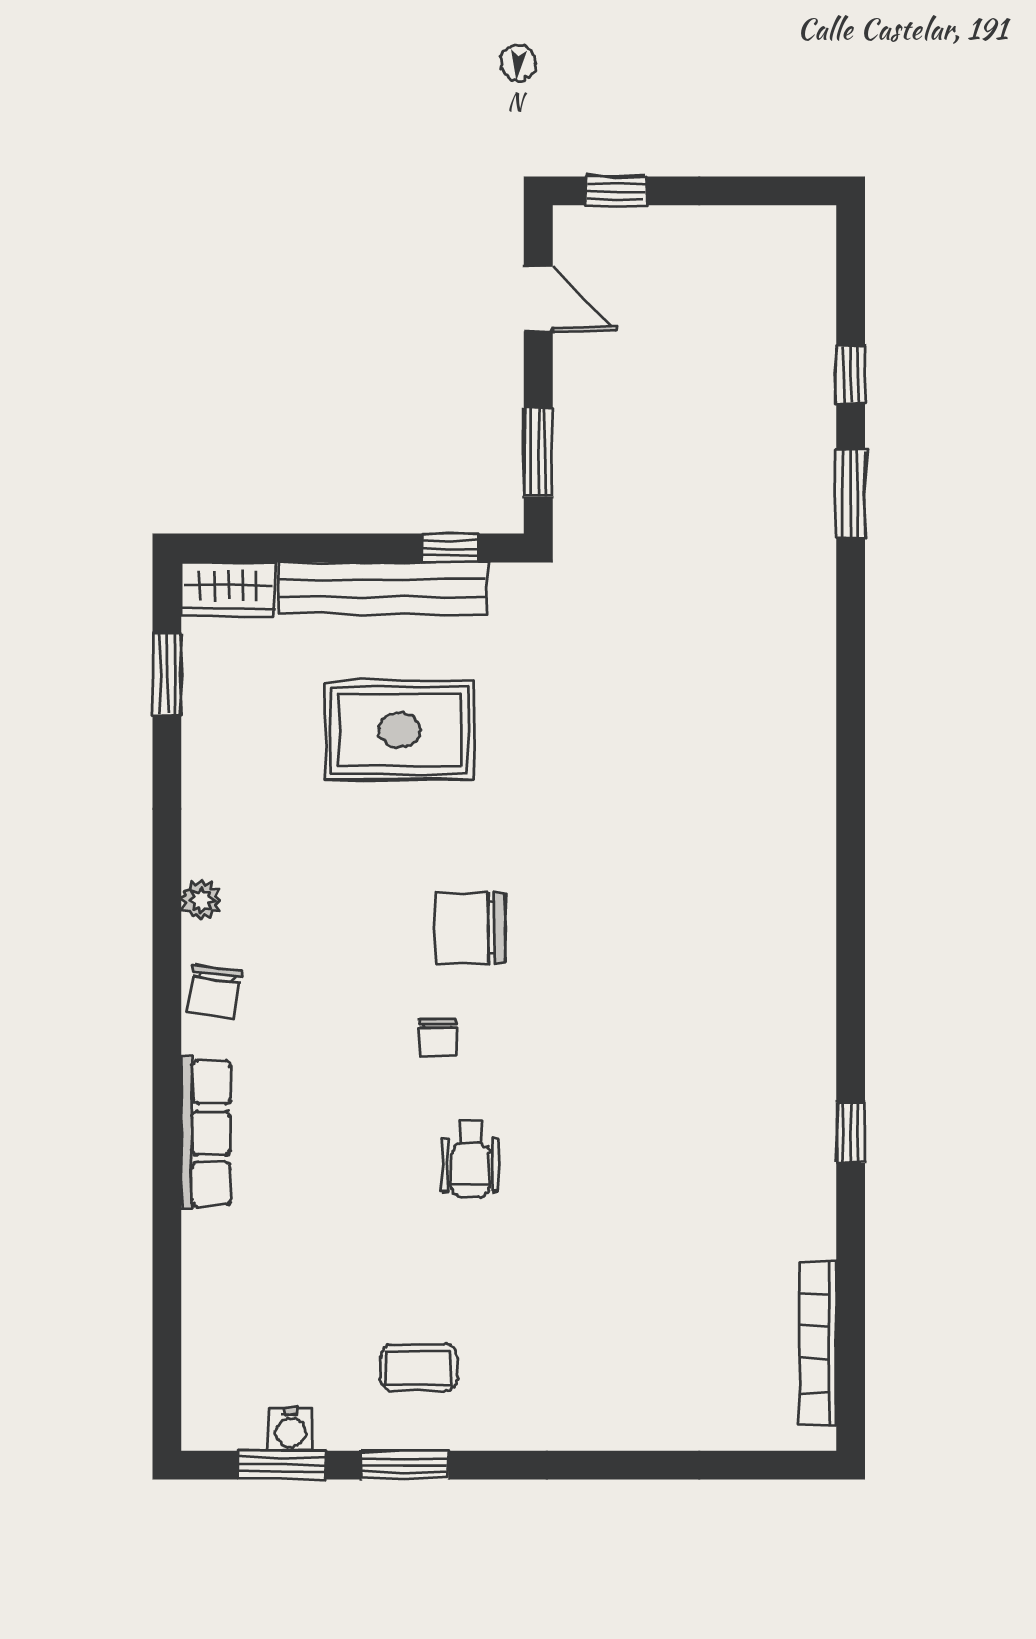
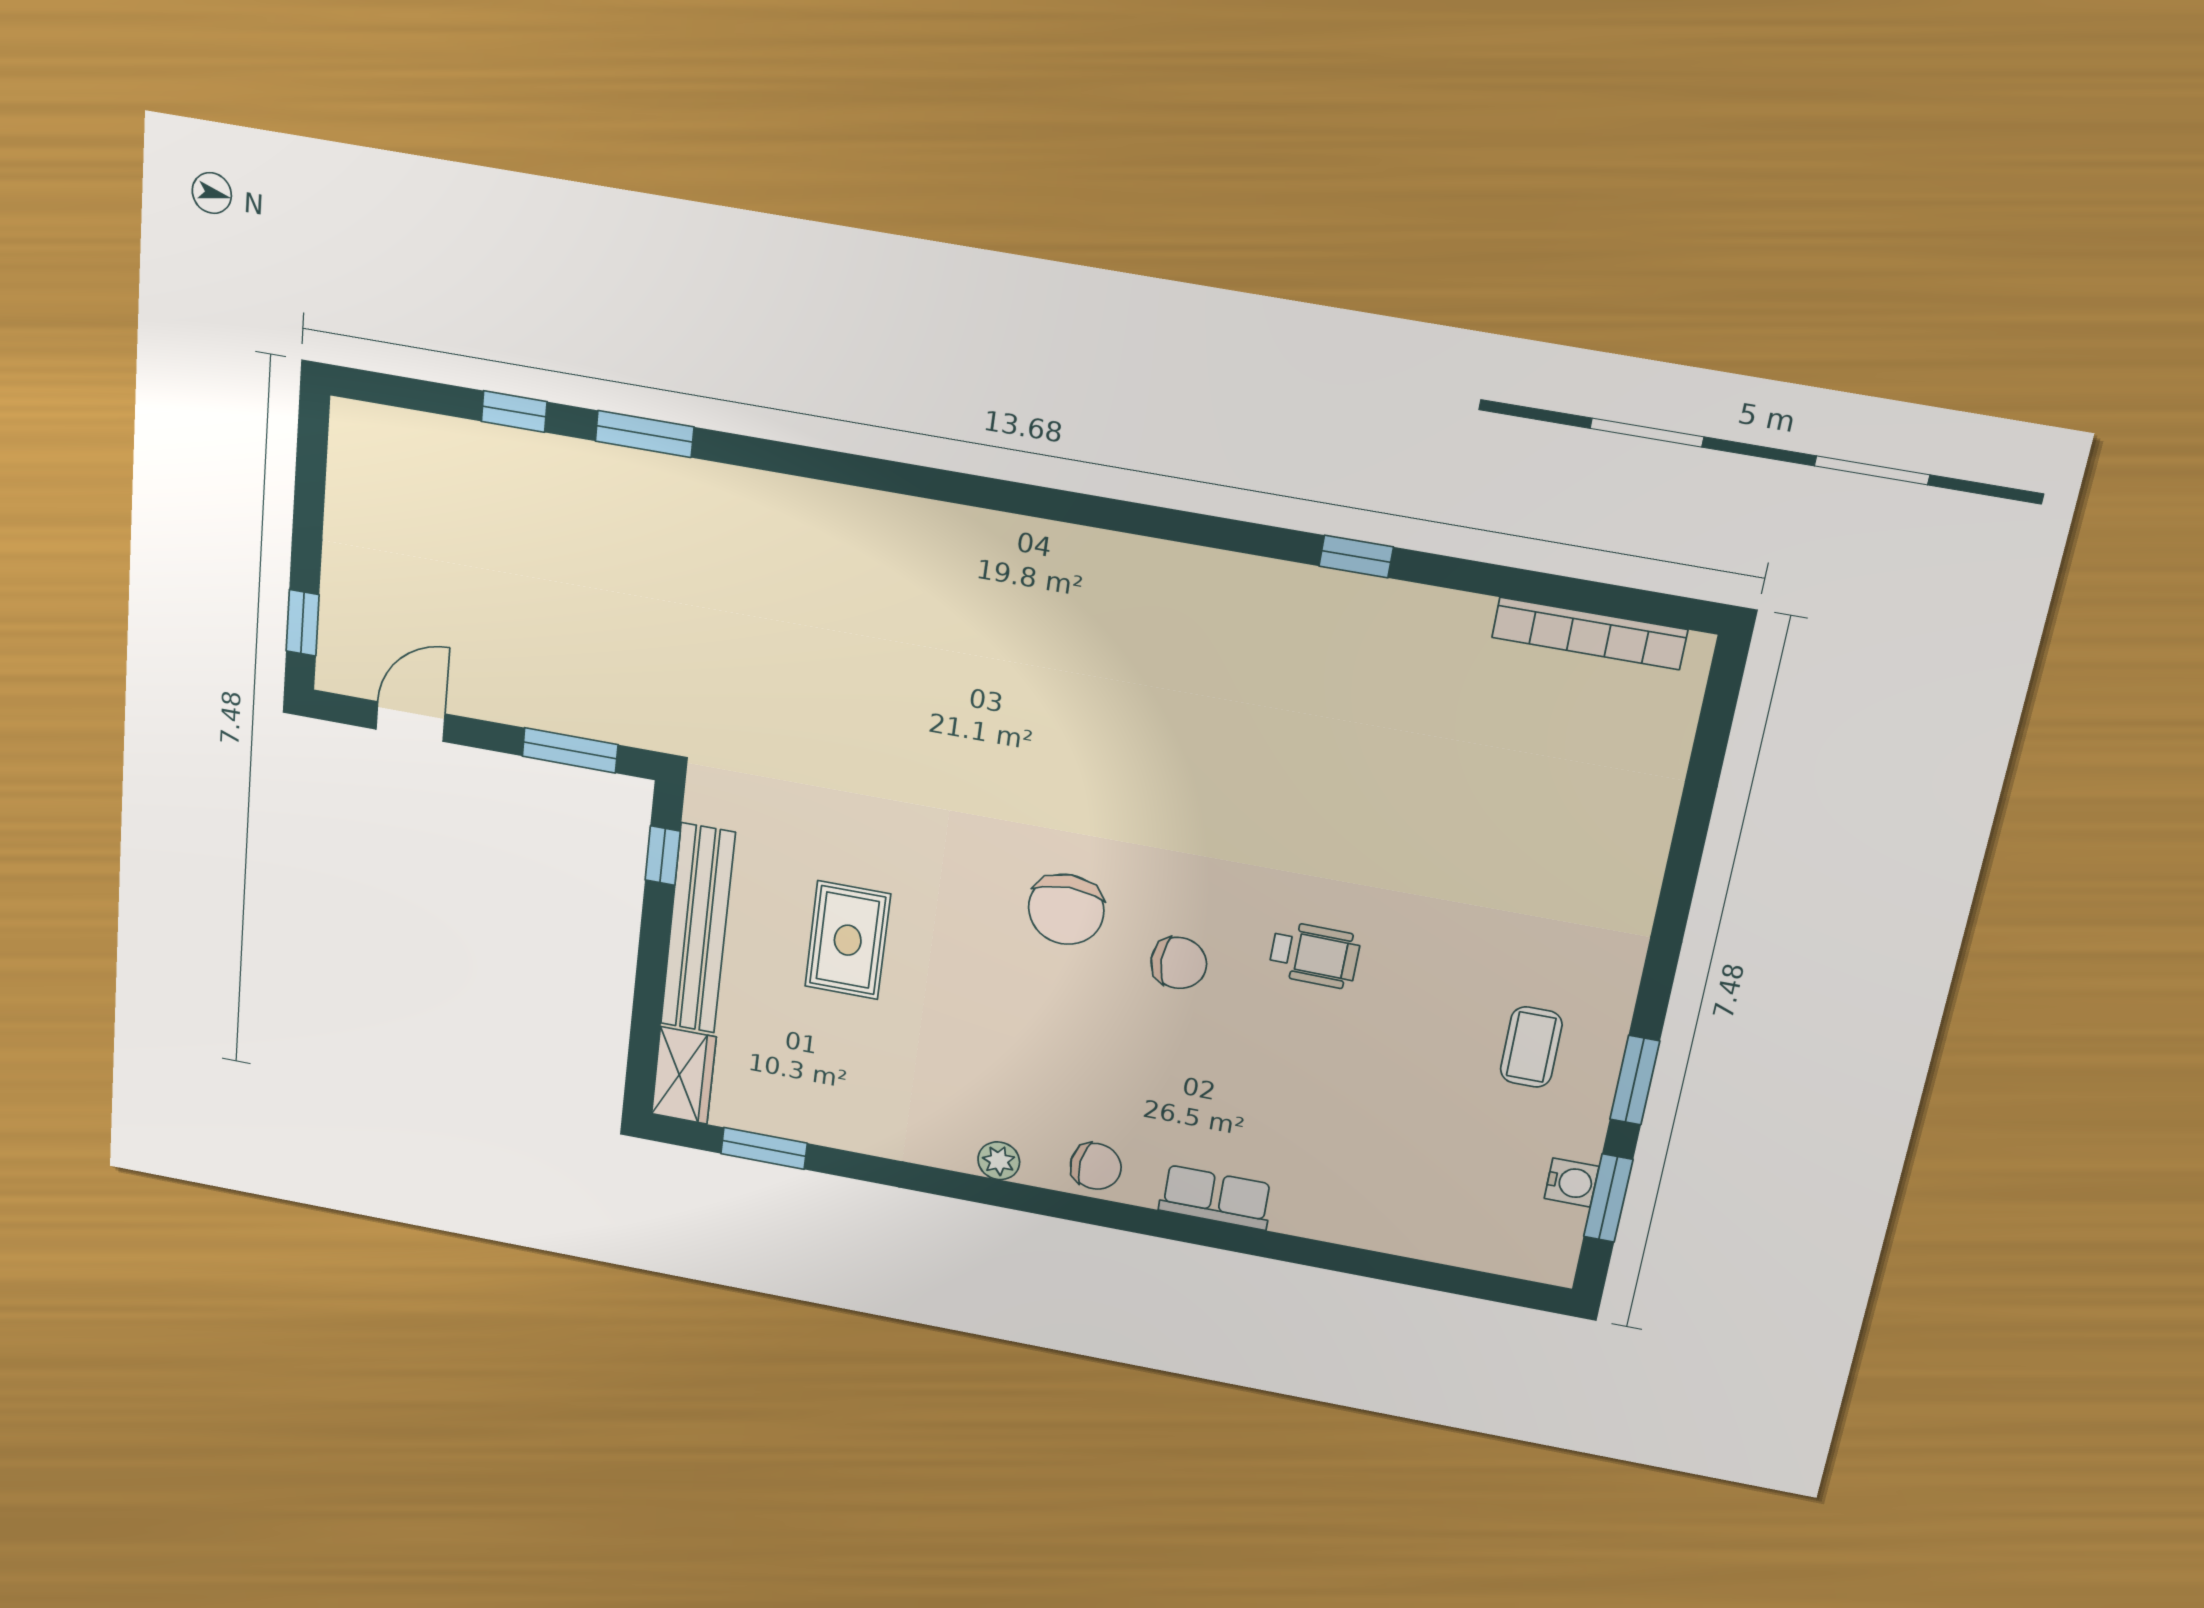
rug: (400, 730) -> (848, 940), width x0.73, depth x0.70
chair: (438, 1038) -> (1179, 963), width x1.37, depth x1.37
row of seats: (206, 1133) -> (1216, 1197), width x0.68

